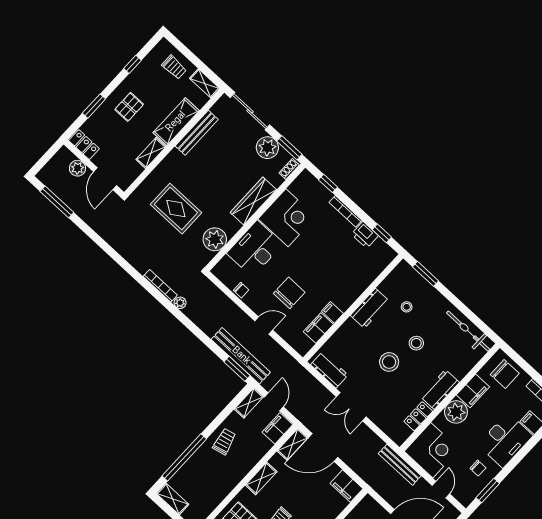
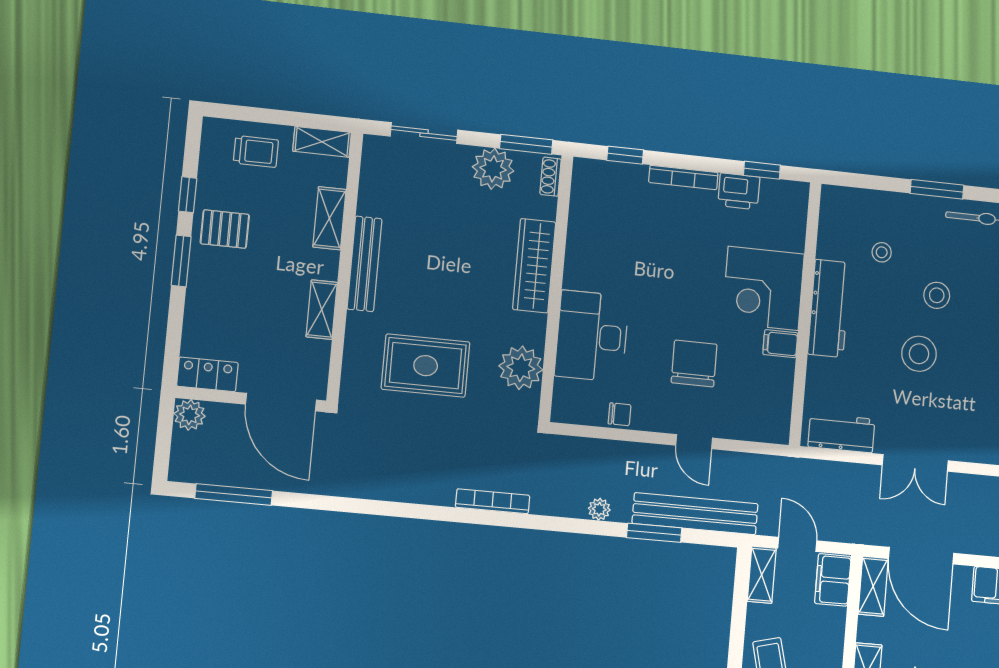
window: (94, 106) -> (181, 261), moved
pallet: (129, 107) -> (225, 229), moved, turned 90
sliding door: (250, 111) -> (424, 133), width x0.73
shelving: (176, 122) -> (329, 218), width x0.67, depth x0.75
bench: (197, 133) -> (364, 264), moved
plant: (78, 168) -> (190, 415), moved
door: (105, 179) -> (281, 402), width x1.36
corner desk: (287, 218) -> (763, 288), moved, turned 180
window: (426, 274) -> (937, 189), moved
plant: (180, 303) -> (599, 509), moved
workbench: (370, 308) -> (829, 308), width x1.38
door: (264, 326) -> (694, 442), swing flipped
filing cabinet: (318, 328) -> (778, 383), removed
window: (237, 369) -> (654, 533), moved
door: (323, 447) -> (921, 556), hinge flipped

